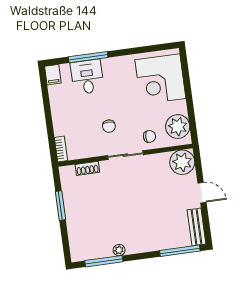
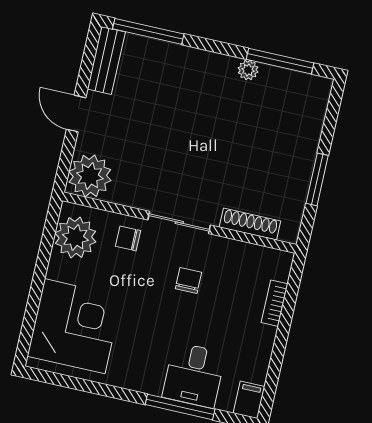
bookcase: (61, 149) -> (275, 303), moved
shoe rack: (87, 168) -> (250, 224), width x1.43

